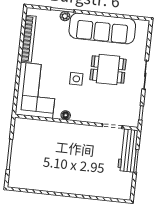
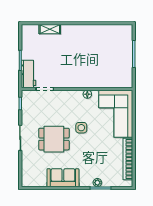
sofa: (102, 28) -> (63, 178), width x0.54, depth x0.79
workbench: (128, 150) -> (28, 74), width x0.73
shelving: (100, 192) -> (50, 29), added

